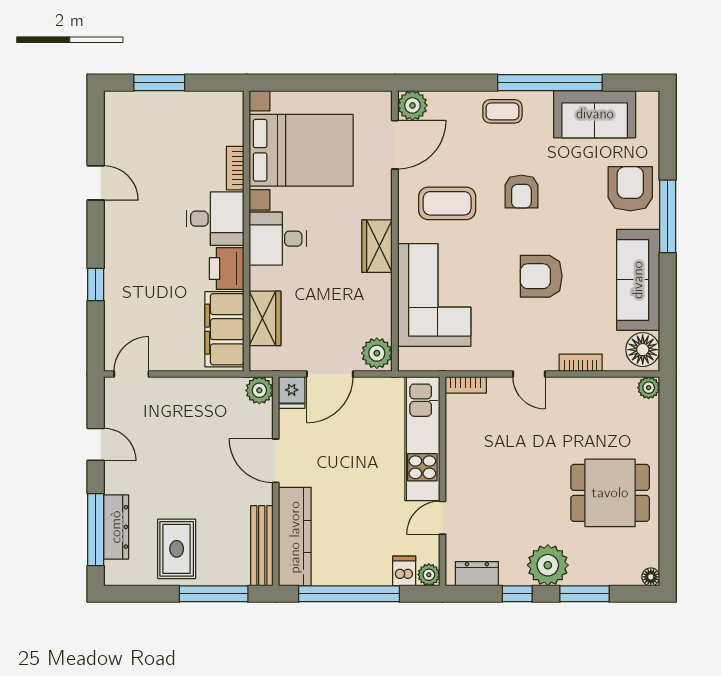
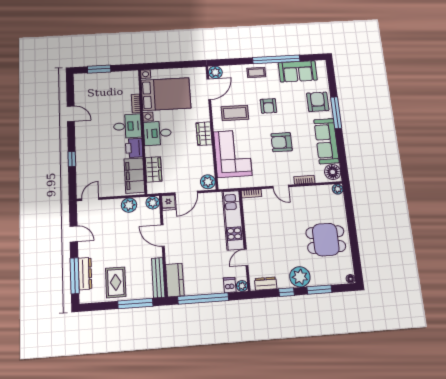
plant: (210, 392) -> (129, 205), added
kitchen counter: (295, 537) -> (175, 280), width x0.67

